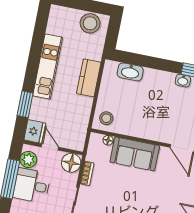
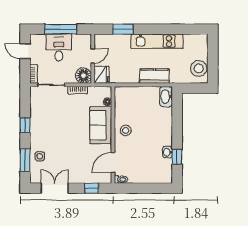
washbasin: (130, 72) -> (166, 97), moved
stool: (106, 118) -> (126, 130), moved
fridge: (35, 131) -> (102, 75), moved, turned -90
plant: (28, 159) -> (79, 41), removed

